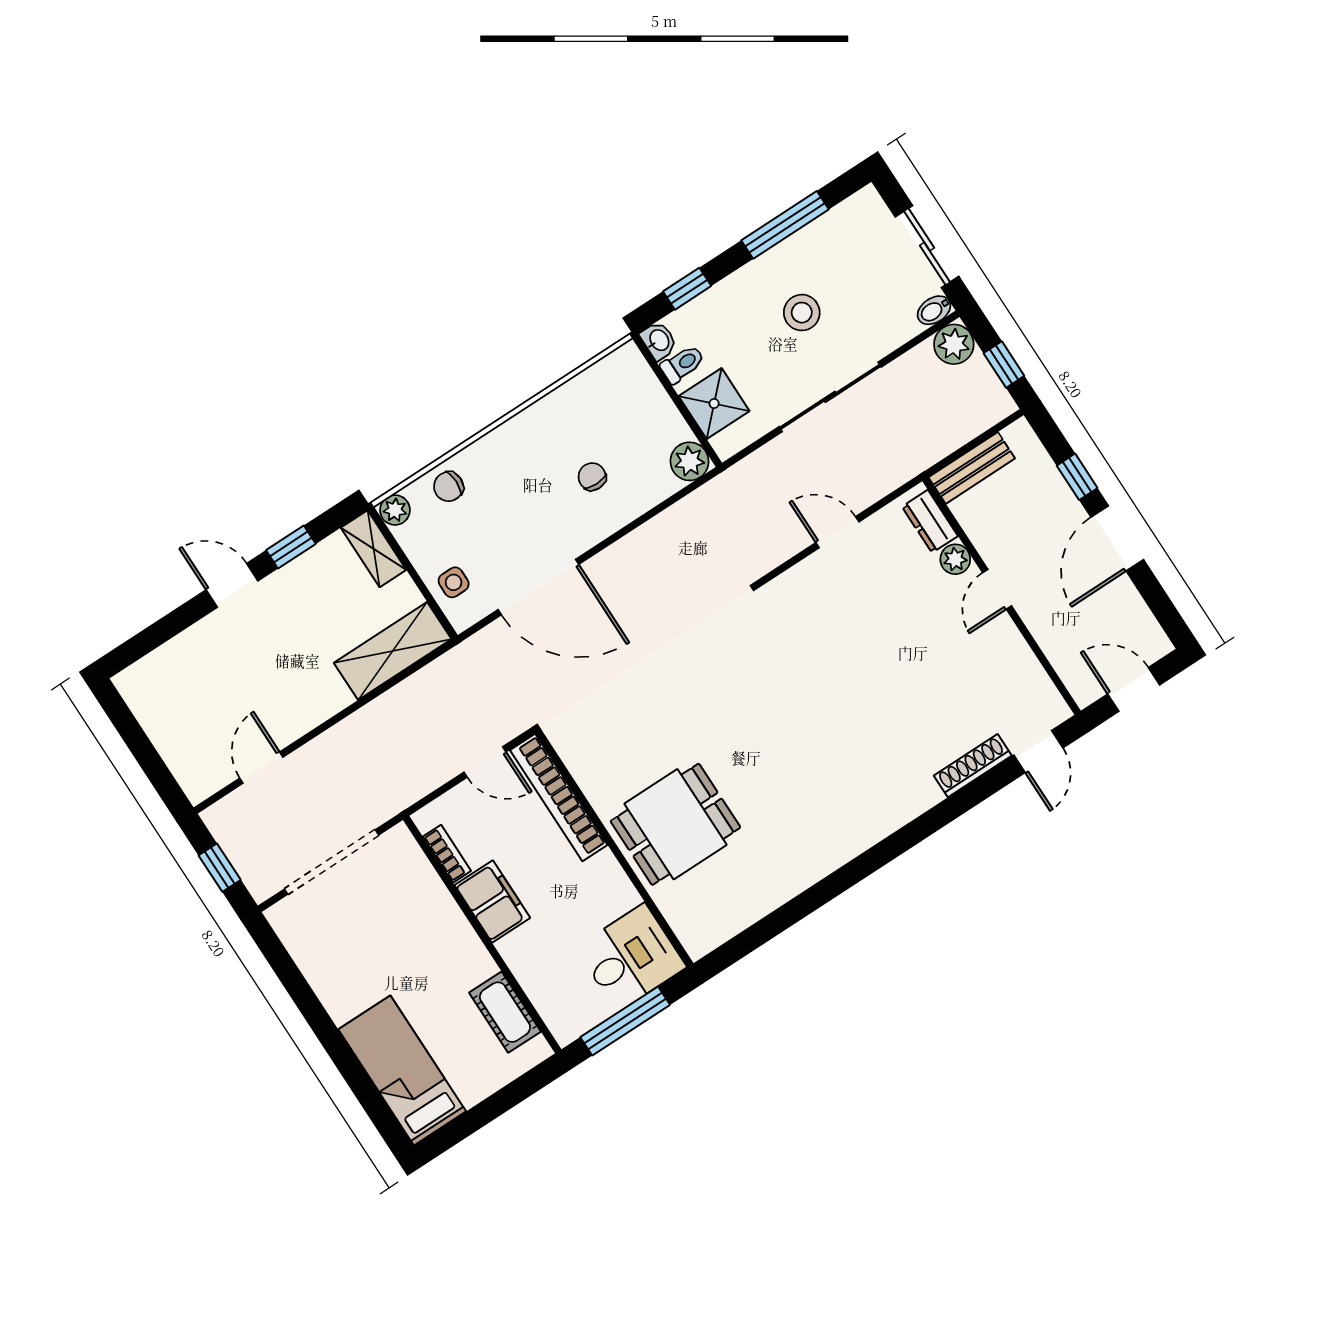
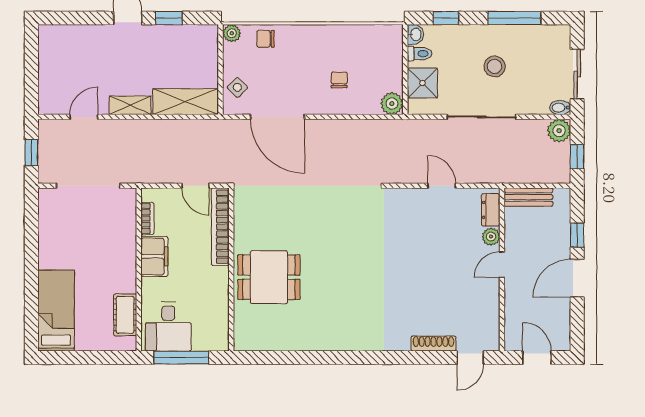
shelving: (374, 549) -> (130, 105), moved, turned 90
side table: (454, 582) -> (237, 87), turned 45
desk: (631, 958) -> (168, 327), moved, turned 90

